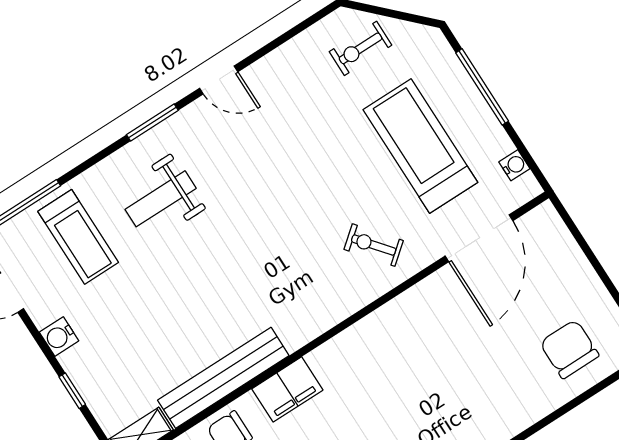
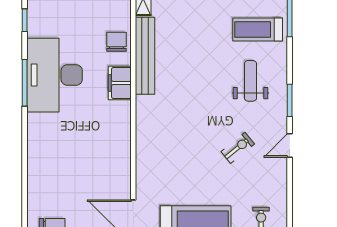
exercise bike: (374, 245) -> (238, 148), moved

